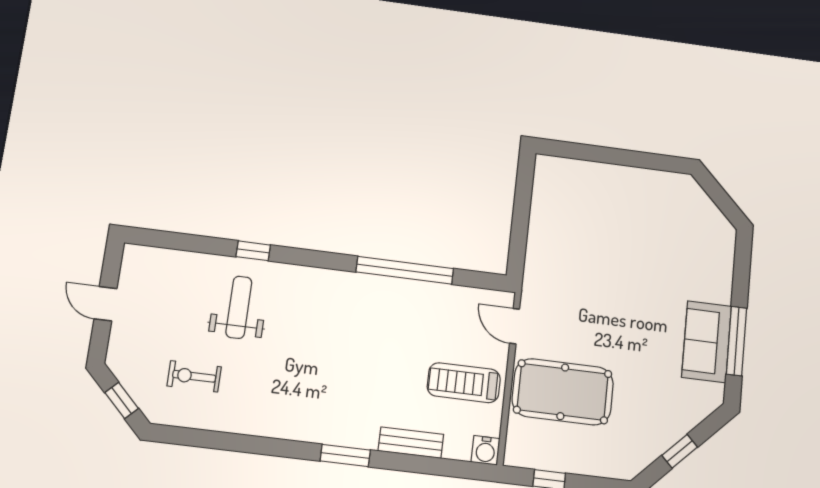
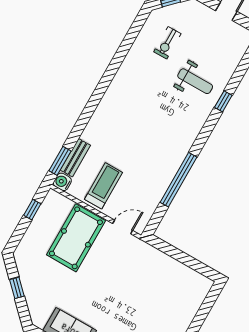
exercise bike: (194, 376) -> (167, 43), turned 180
bench: (411, 443) -> (75, 158), moved
window: (345, 455) -> (60, 161), moved

